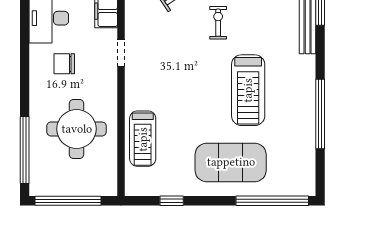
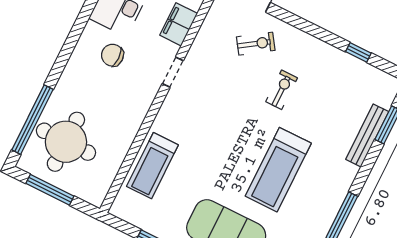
round table: (77, 129) -> (66, 142), moved
window: (68, 201) -> (50, 190), width x0.68

